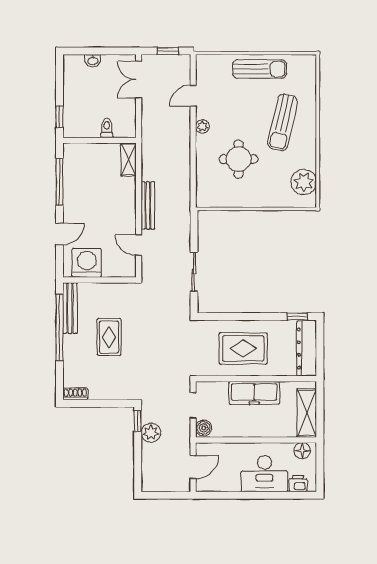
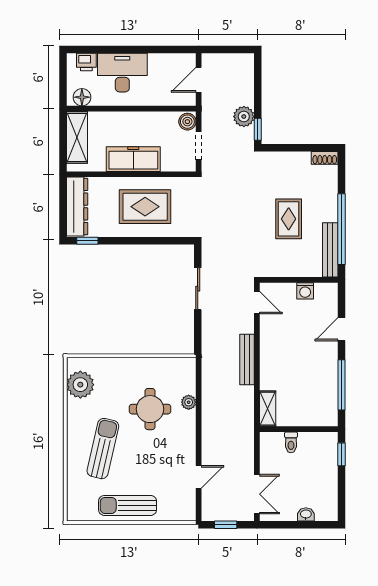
plant: (202, 126) -> (189, 402), moved
door: (139, 245) -> (257, 303), moved
washing machine: (87, 263) -> (305, 291), width x0.53, depth x0.53

